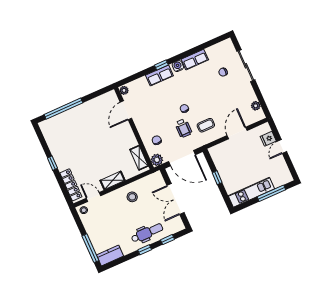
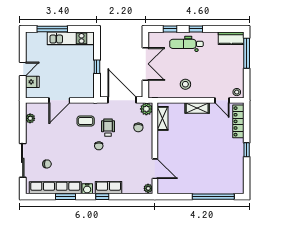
window: (194, 51) -> (65, 197), added
row of seats: (195, 60) -> (55, 188), width x2.02
door: (126, 110) -> (155, 169), hinge flipped

